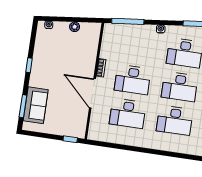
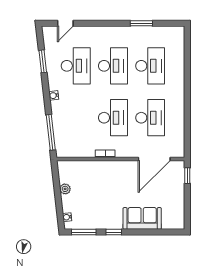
door: (92, 93) -> (154, 159), moved
sofa: (36, 105) -> (142, 218), moved
window: (23, 106) -> (84, 232), moved

